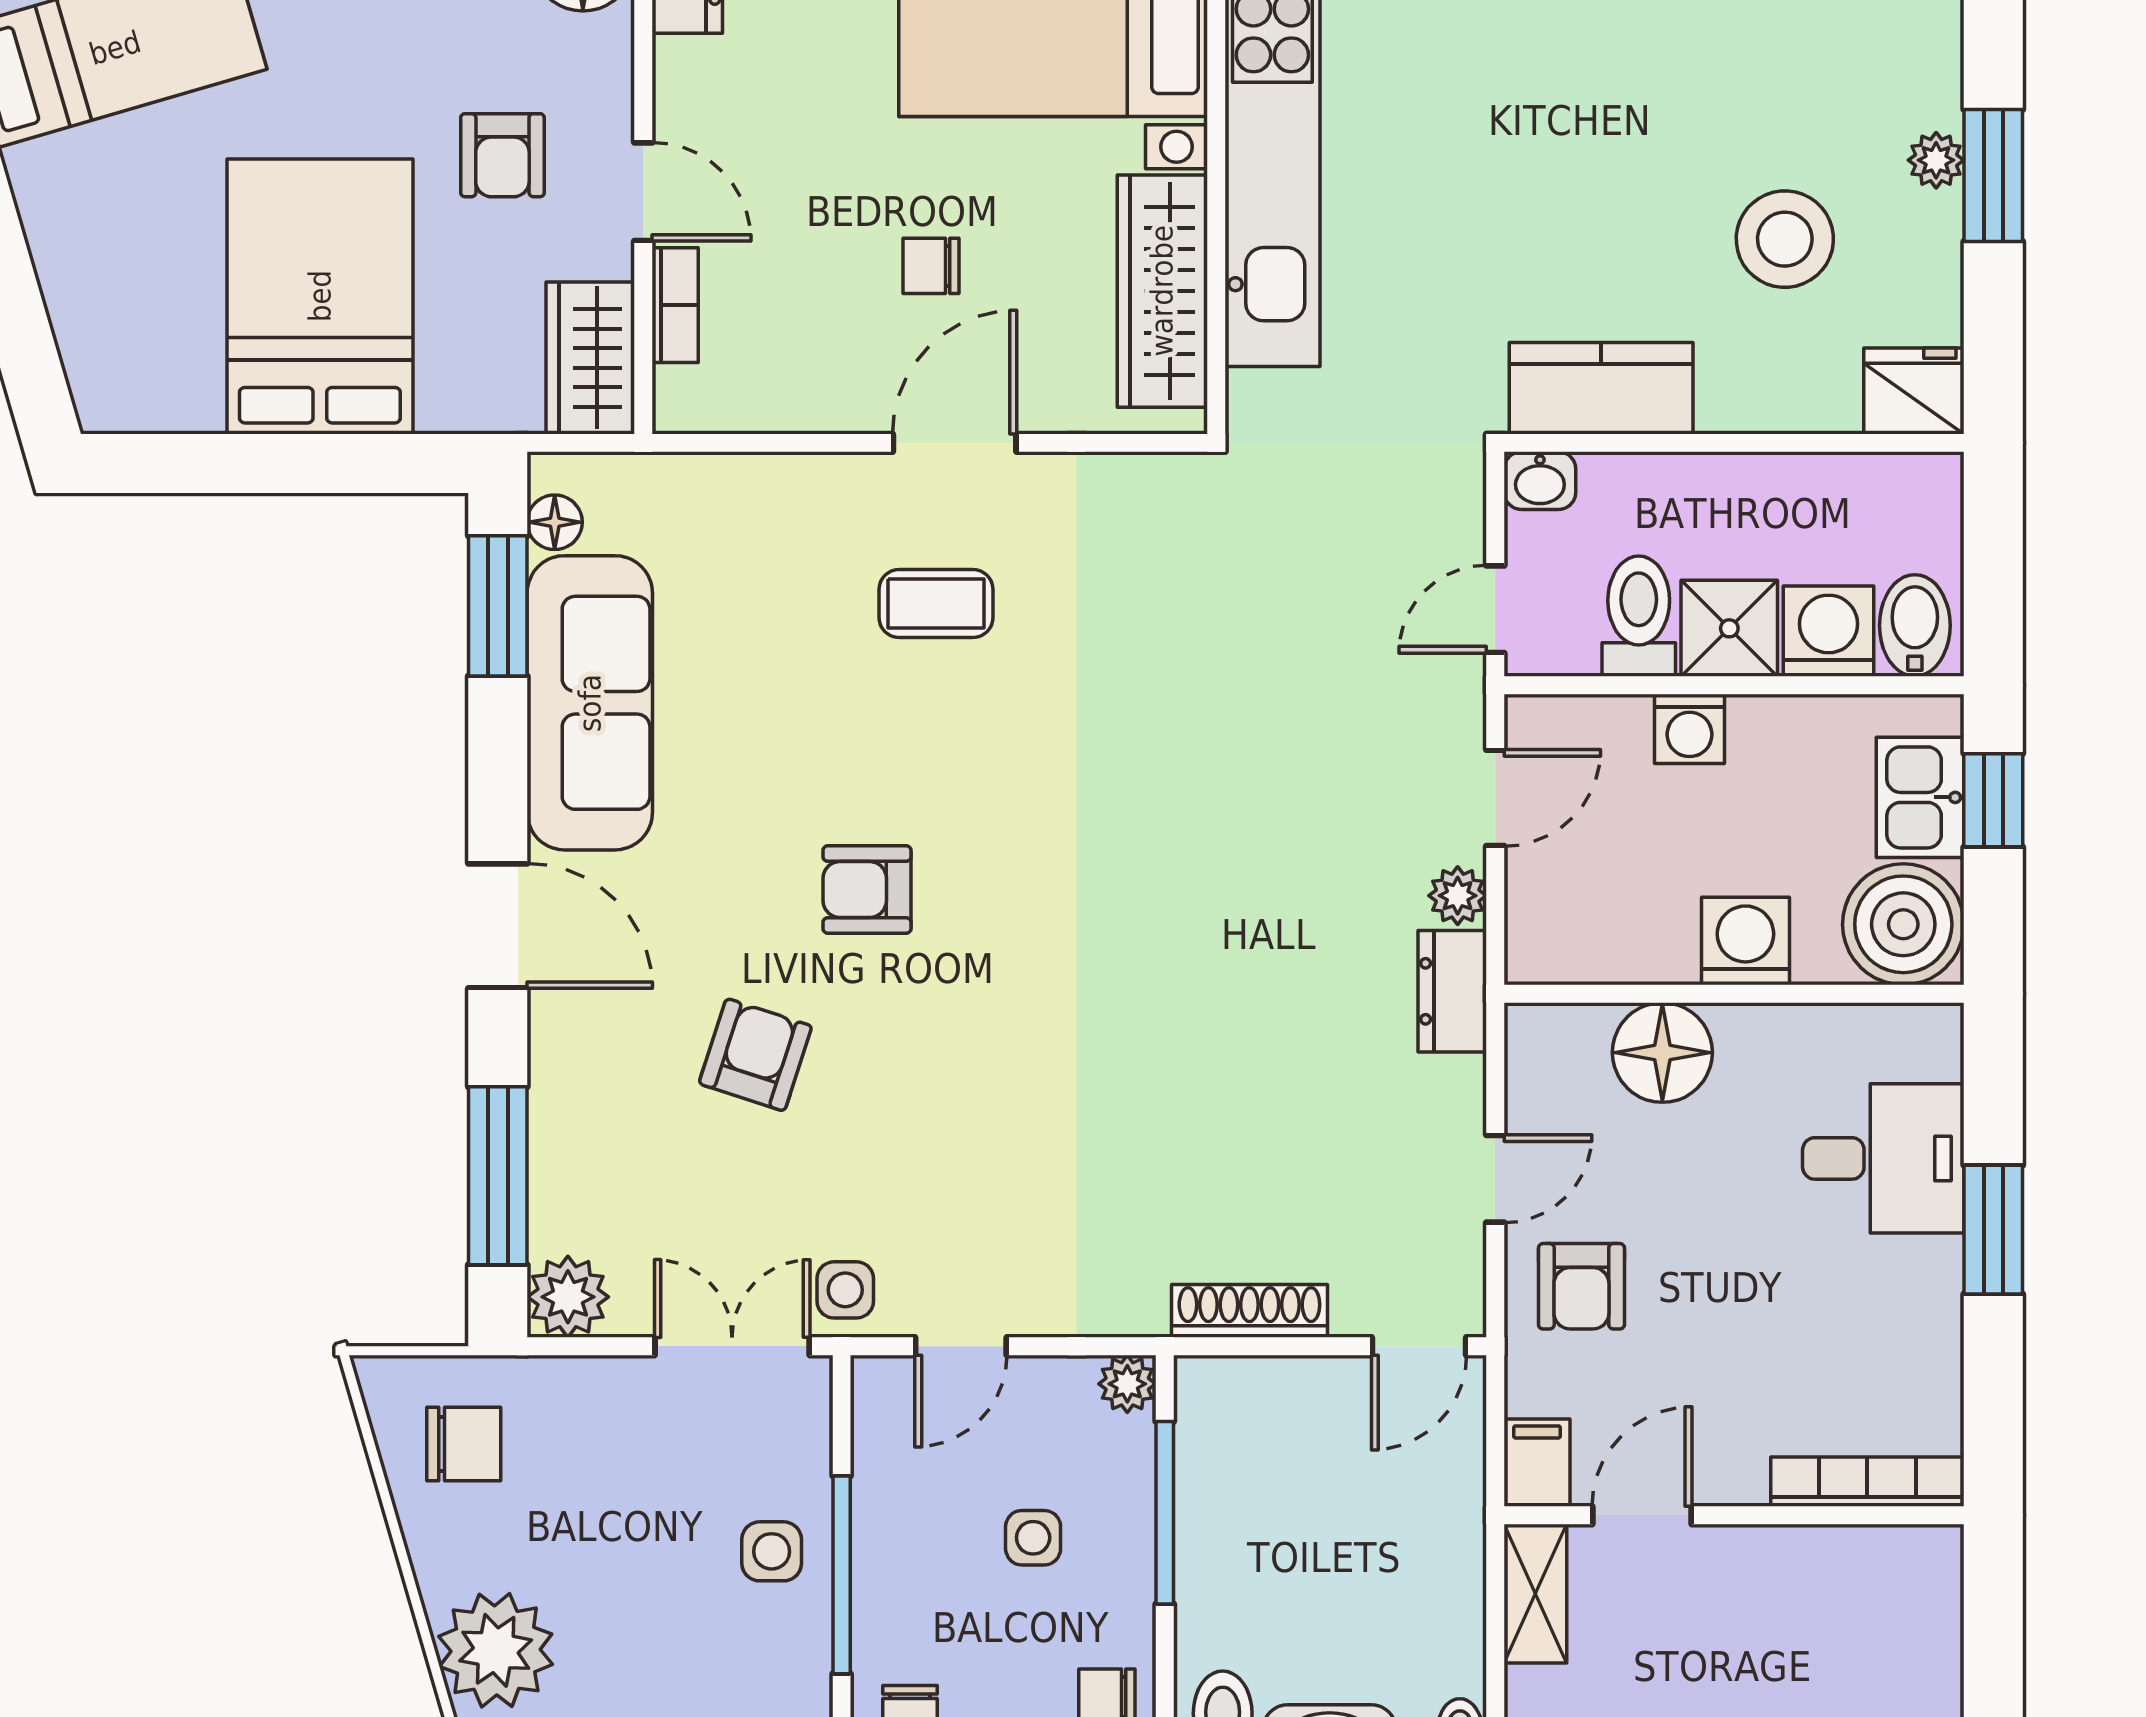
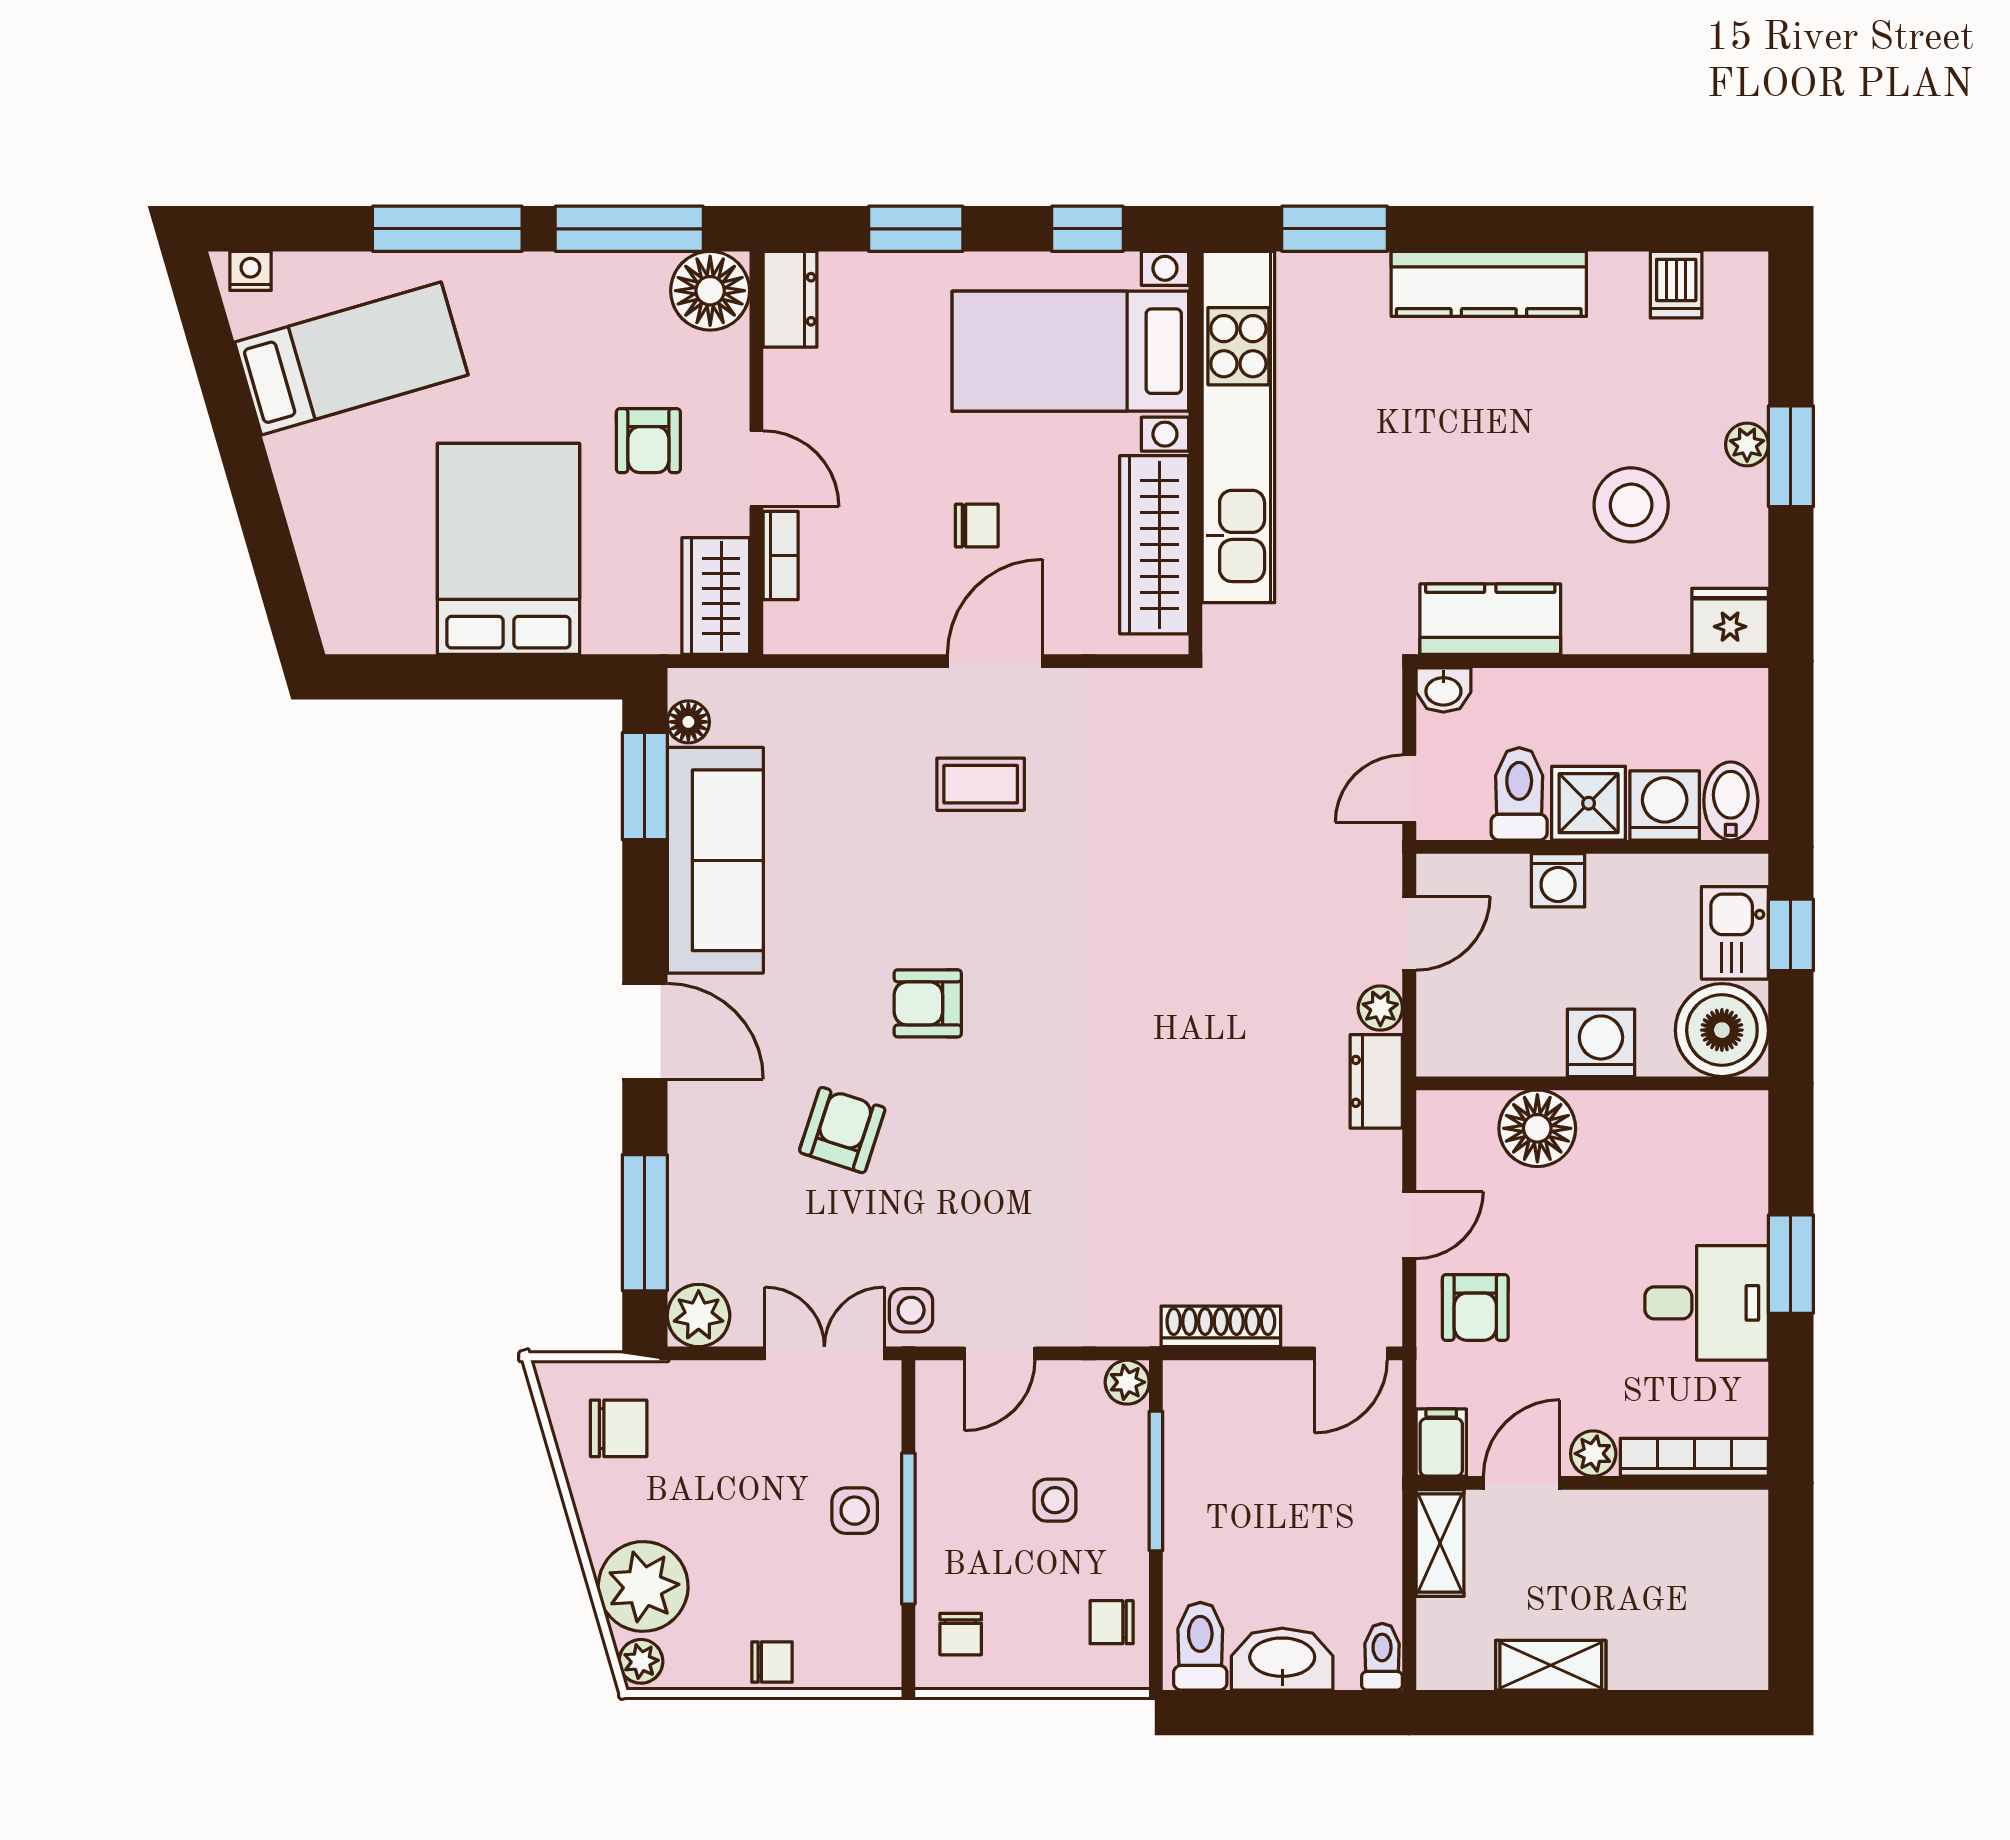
chair: (931, 266) -> (977, 525), turned 180
desk: (1883, 1158) -> (1707, 1303), moved
plant: (1735, 1477) -> (1593, 1454), added

